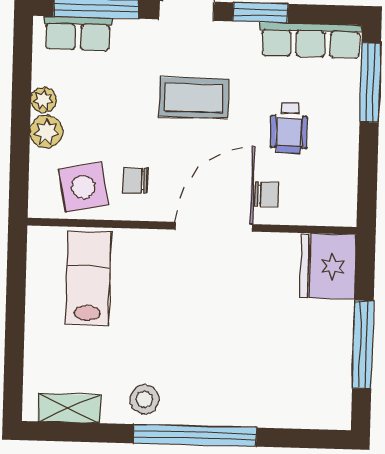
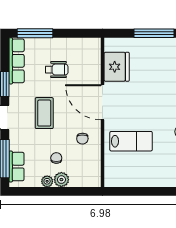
side table: (83, 187) -> (86, 162), removed
chair: (267, 194) -> (56, 158), moved
fridge: (328, 266) -> (117, 67), moved, turned -90
lab bench: (88, 278) -> (131, 141), moved, turned 180

